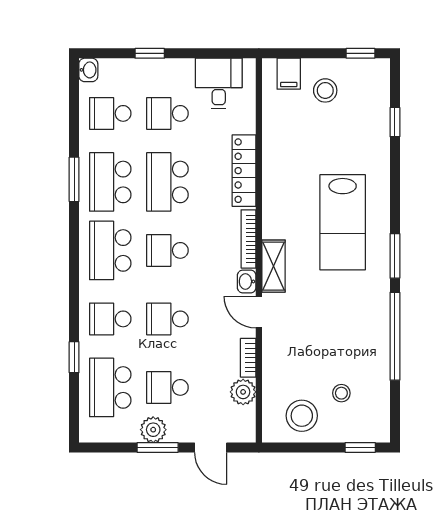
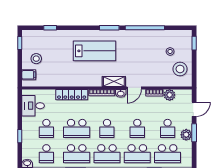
school desk: (110, 319) -> (137, 154), width x1.85

